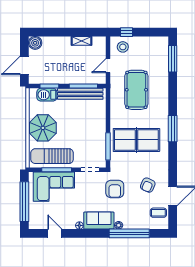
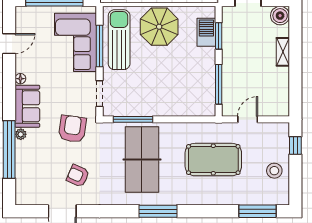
shelving: (81, 41) -> (283, 52), moved
stool: (123, 47) -> (274, 171), moved
door: (108, 66) -> (248, 119), hinge flipped
bench: (80, 94) -> (208, 80), removed
armchair: (115, 189) -> (72, 129), turned 98
coffee table: (158, 213) -> (39, 191), removed

